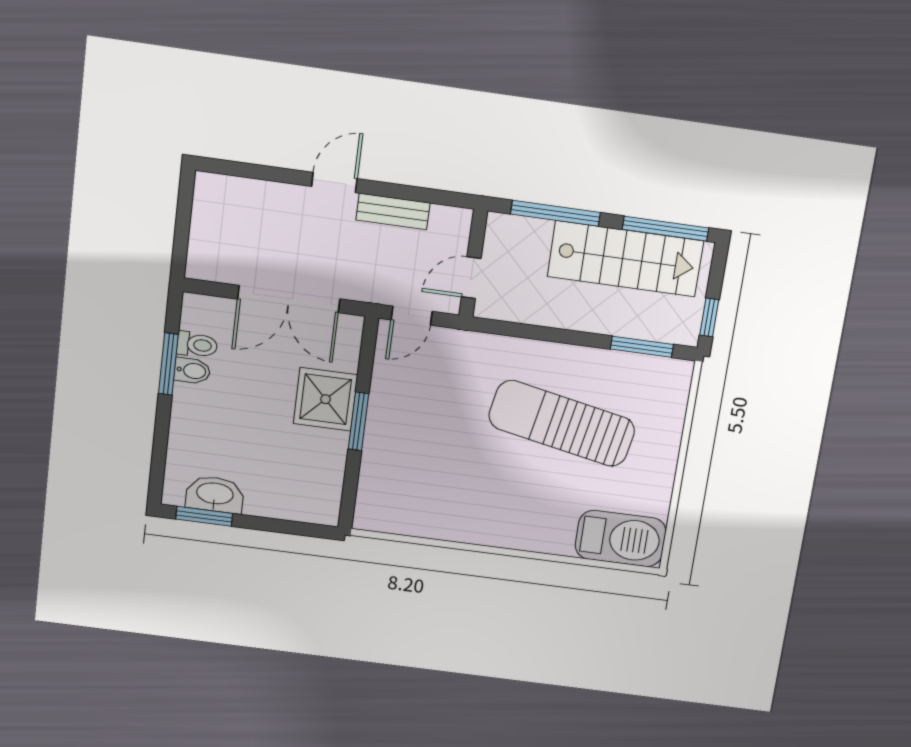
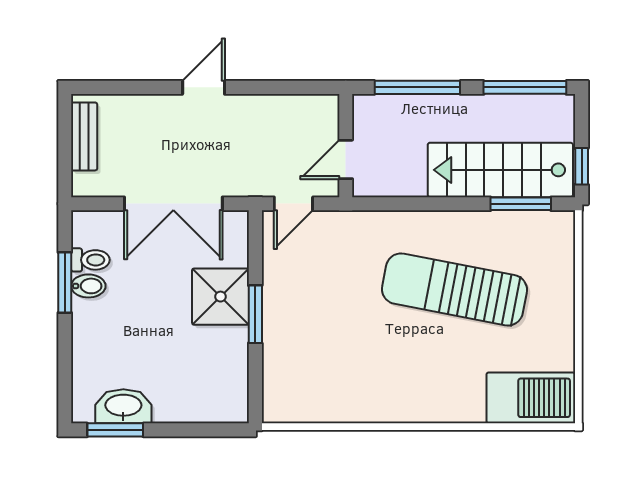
bench: (393, 211) -> (84, 136), moved, turned 90
stairs: (625, 259) -> (500, 170), moved, turned 180

